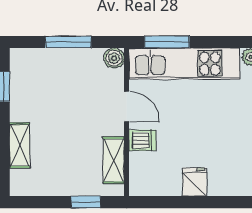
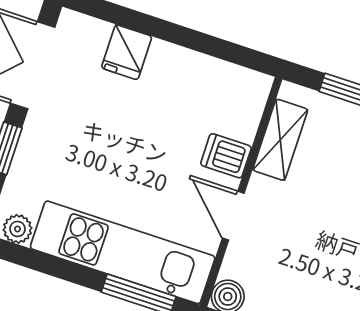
fridge: (194, 182) -> (127, 52), moved

